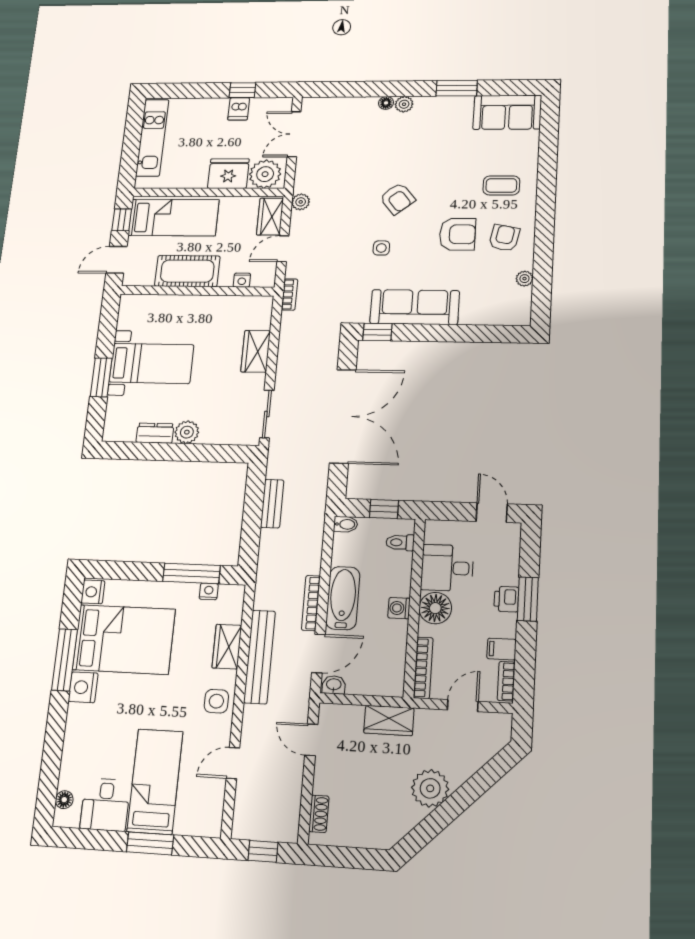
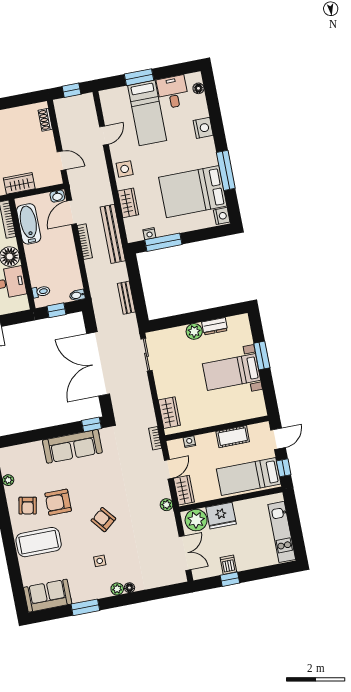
coffee table: (501, 185) -> (39, 542), width x1.86, depth x1.72
side table: (381, 248) -> (100, 561), moved
cot: (187, 271) -> (233, 437), width x0.73, depth x0.75
wardrobe: (256, 351) -> (169, 413), moved
bathtub: (343, 598) -> (29, 224), moved, turned 180
washing machine: (399, 608) -> (31, 251), removed
bench: (259, 657) -> (113, 234), moved
nightstand: (83, 687) -> (203, 128), moved

